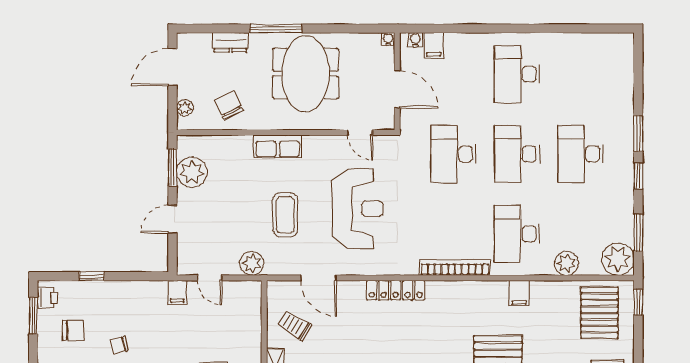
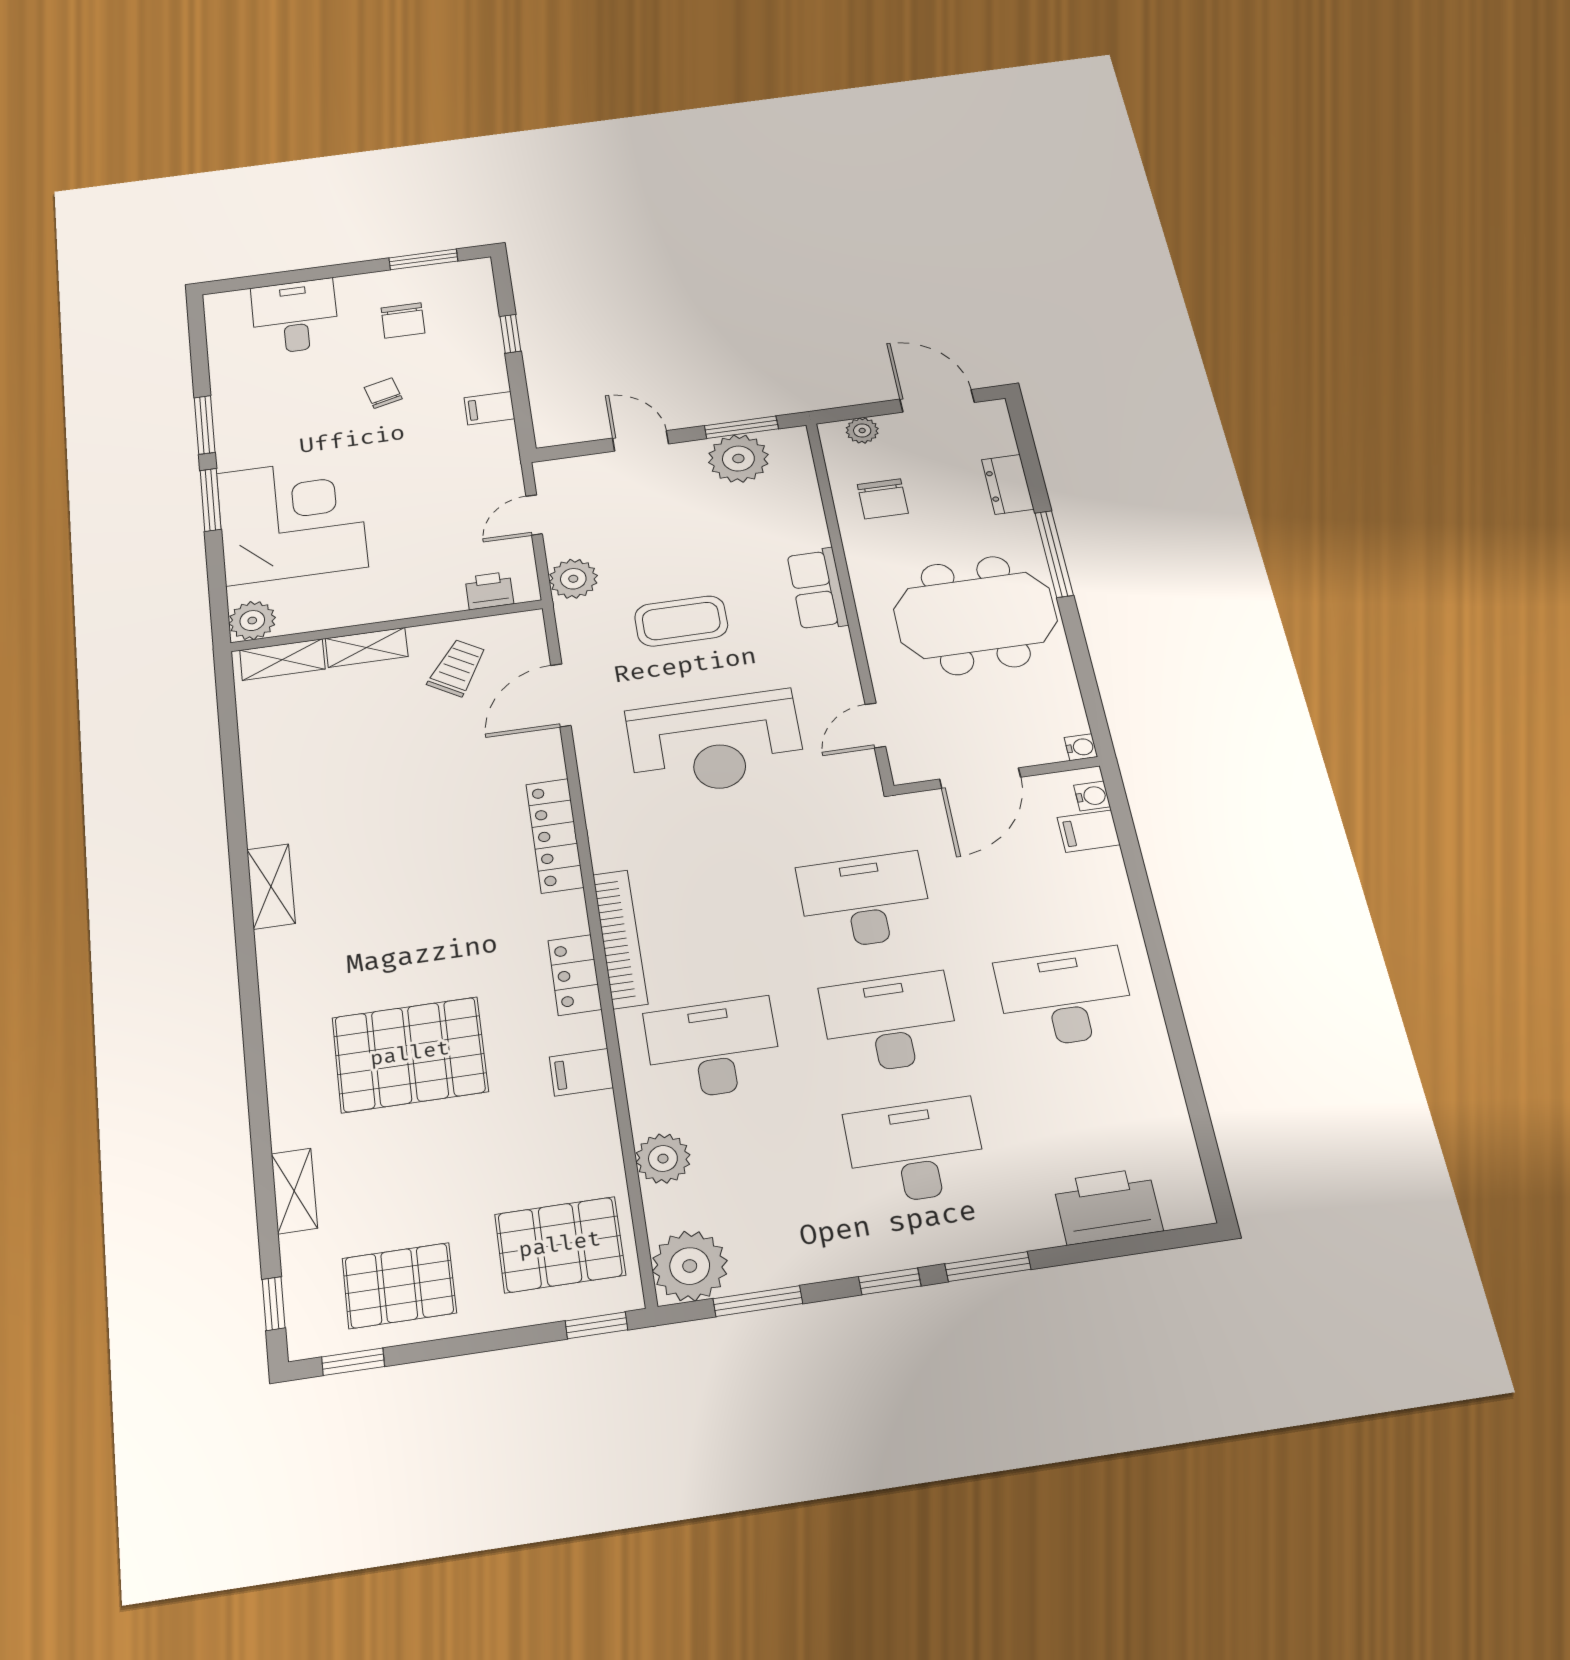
printer: (619, 77) -> (1108, 1206), added
chair: (229, 105) -> (883, 499), turned 116
locker: (470, 290) -> (575, 975), added
filing cabinet: (177, 292) -> (489, 408), moved
printer: (47, 298) -> (489, 591), moved, turned 180

